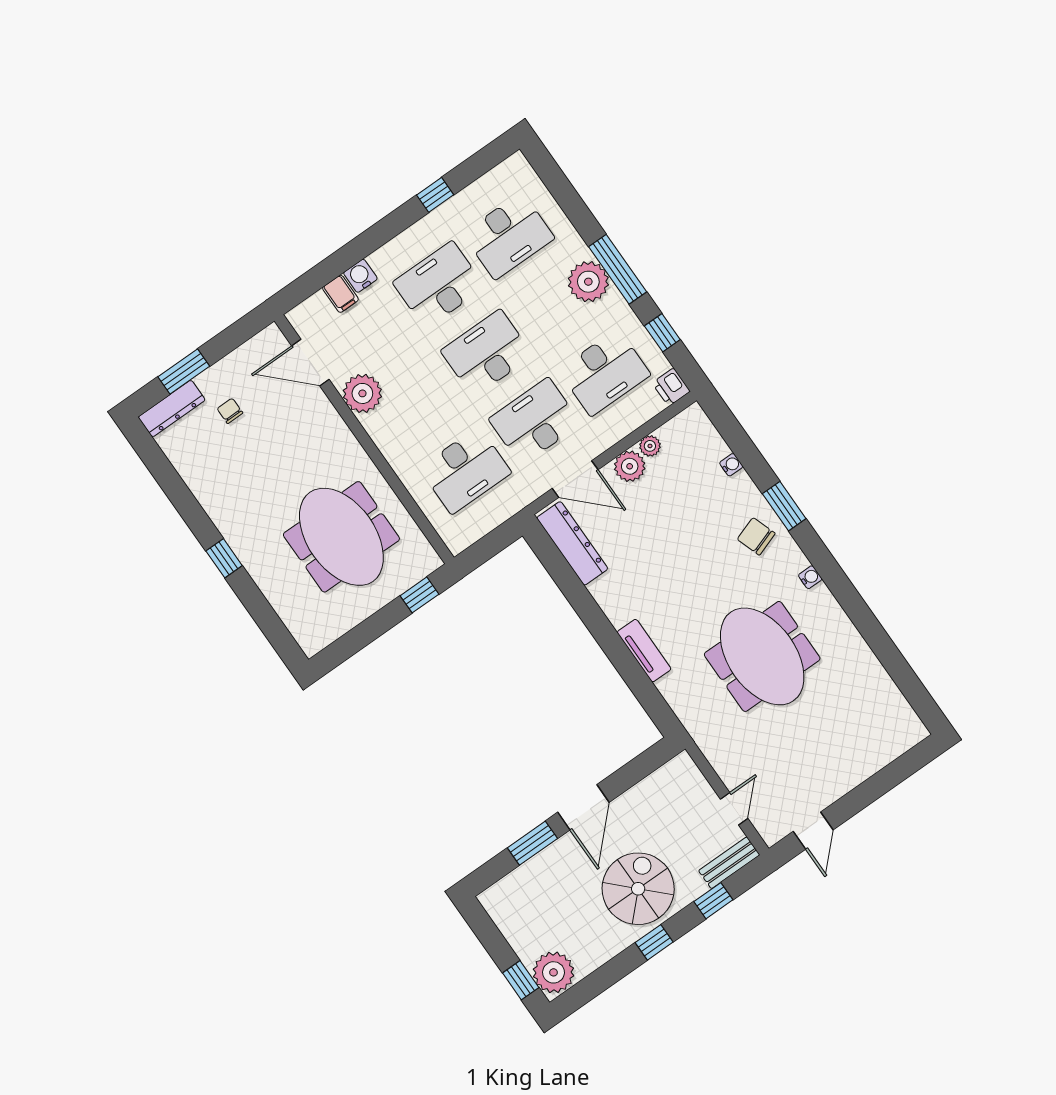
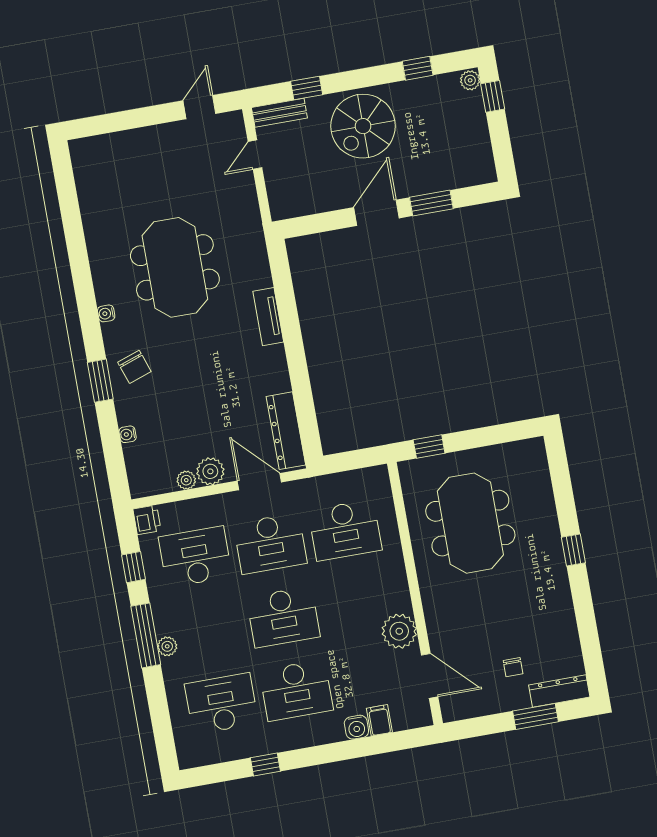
plant: (588, 282) -> (167, 646), width x0.53, depth x0.53
desk: (465, 470) -> (345, 530), turned 180
window: (654, 942) -> (418, 68), moved
plant: (554, 972) -> (470, 80), width x0.53, depth x0.53

